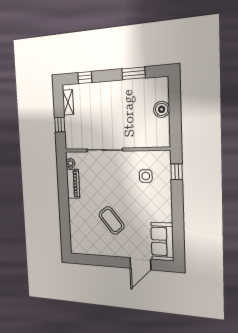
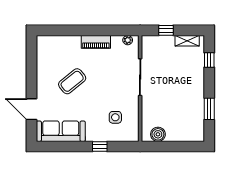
boiler: (162, 109) -> (158, 134), moved
window: (177, 172) -> (100, 147), moved
piano: (73, 184) -> (96, 42), moved
sofa: (162, 242) -> (61, 131), width x1.36

